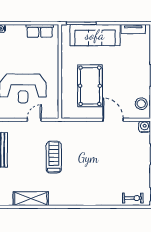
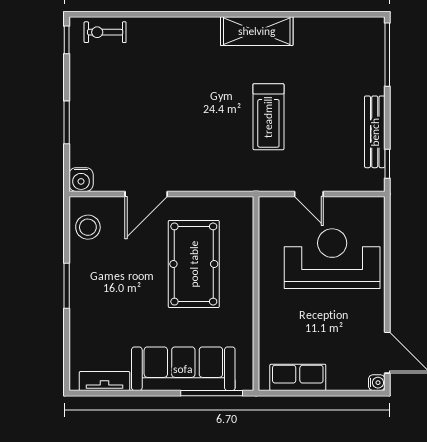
door: (34, 120) -> (309, 194), hinge flipped
door: (113, 120) -> (146, 194), hinge flipped
shelving: (31, 199) -> (257, 31), moved

